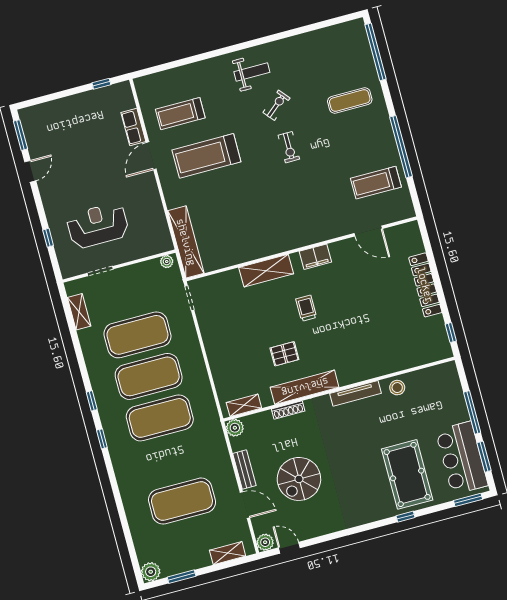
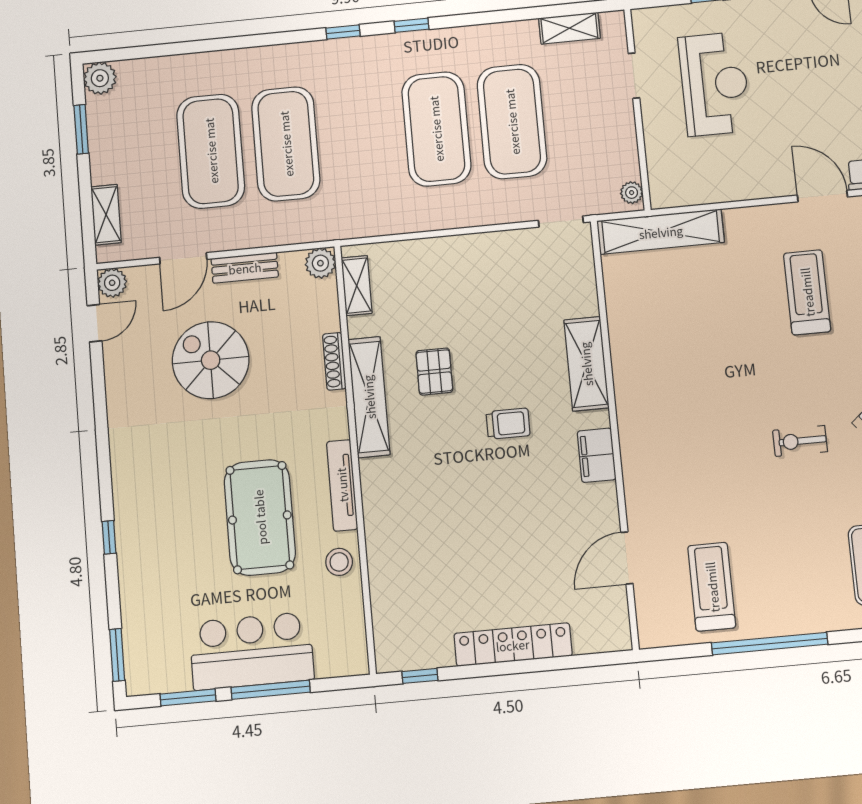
treadmill: (206, 156) -> (807, 292), width x0.73, depth x0.73
exercise mat: (160, 418) -> (286, 144), moved
bar counter: (462, 458) -> (252, 651), moved
pool table: (407, 474) -> (260, 517), moved, turned 90

